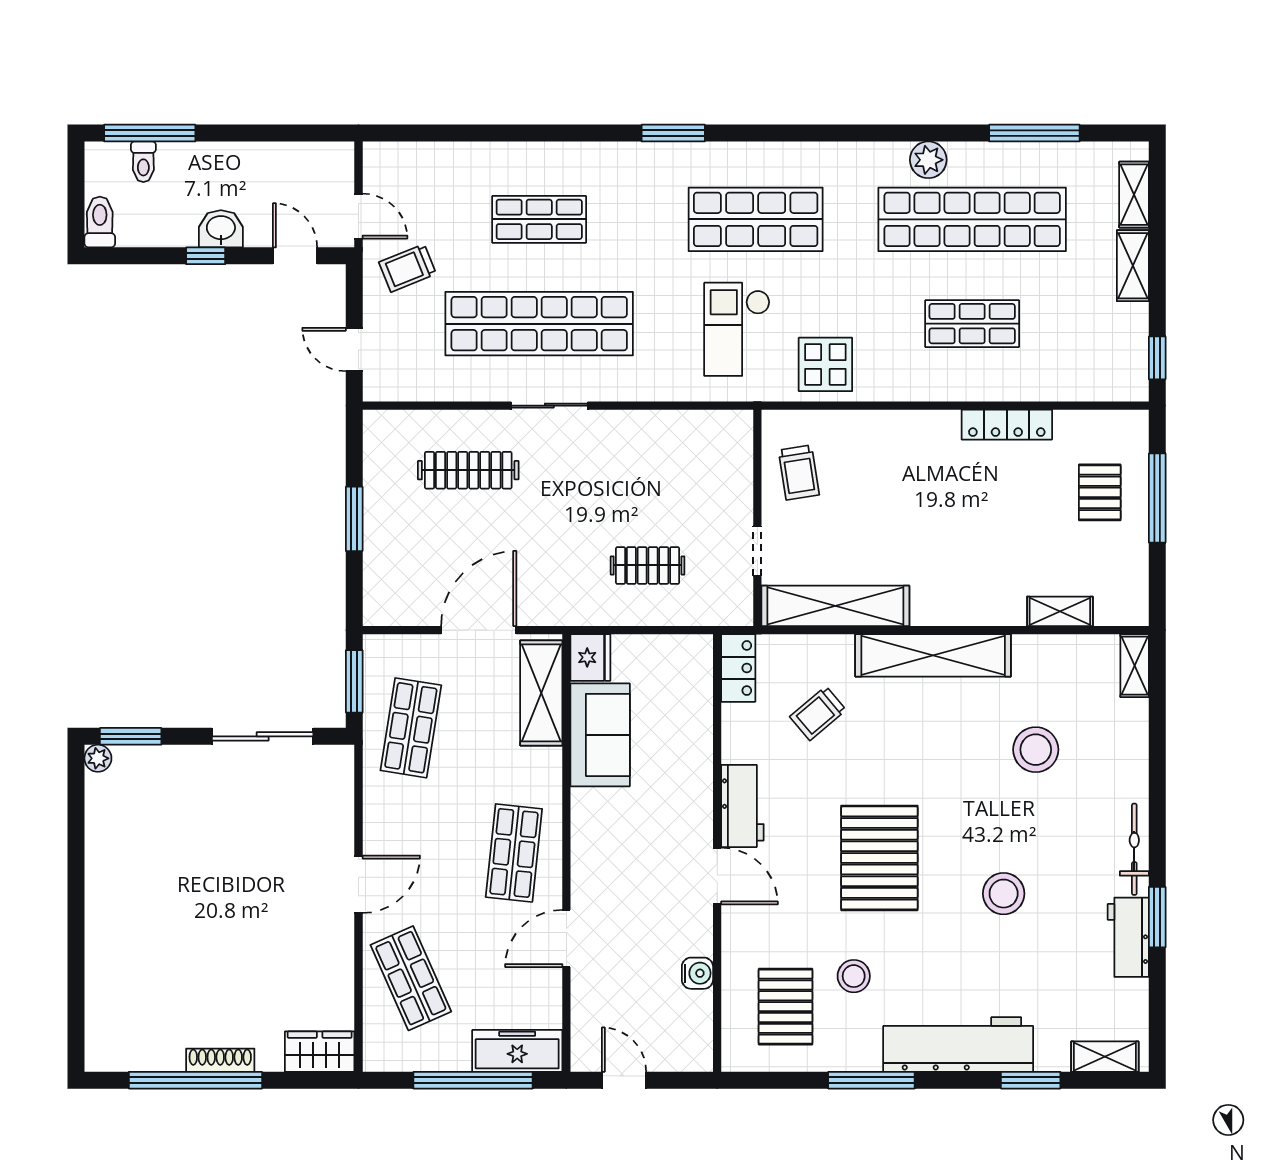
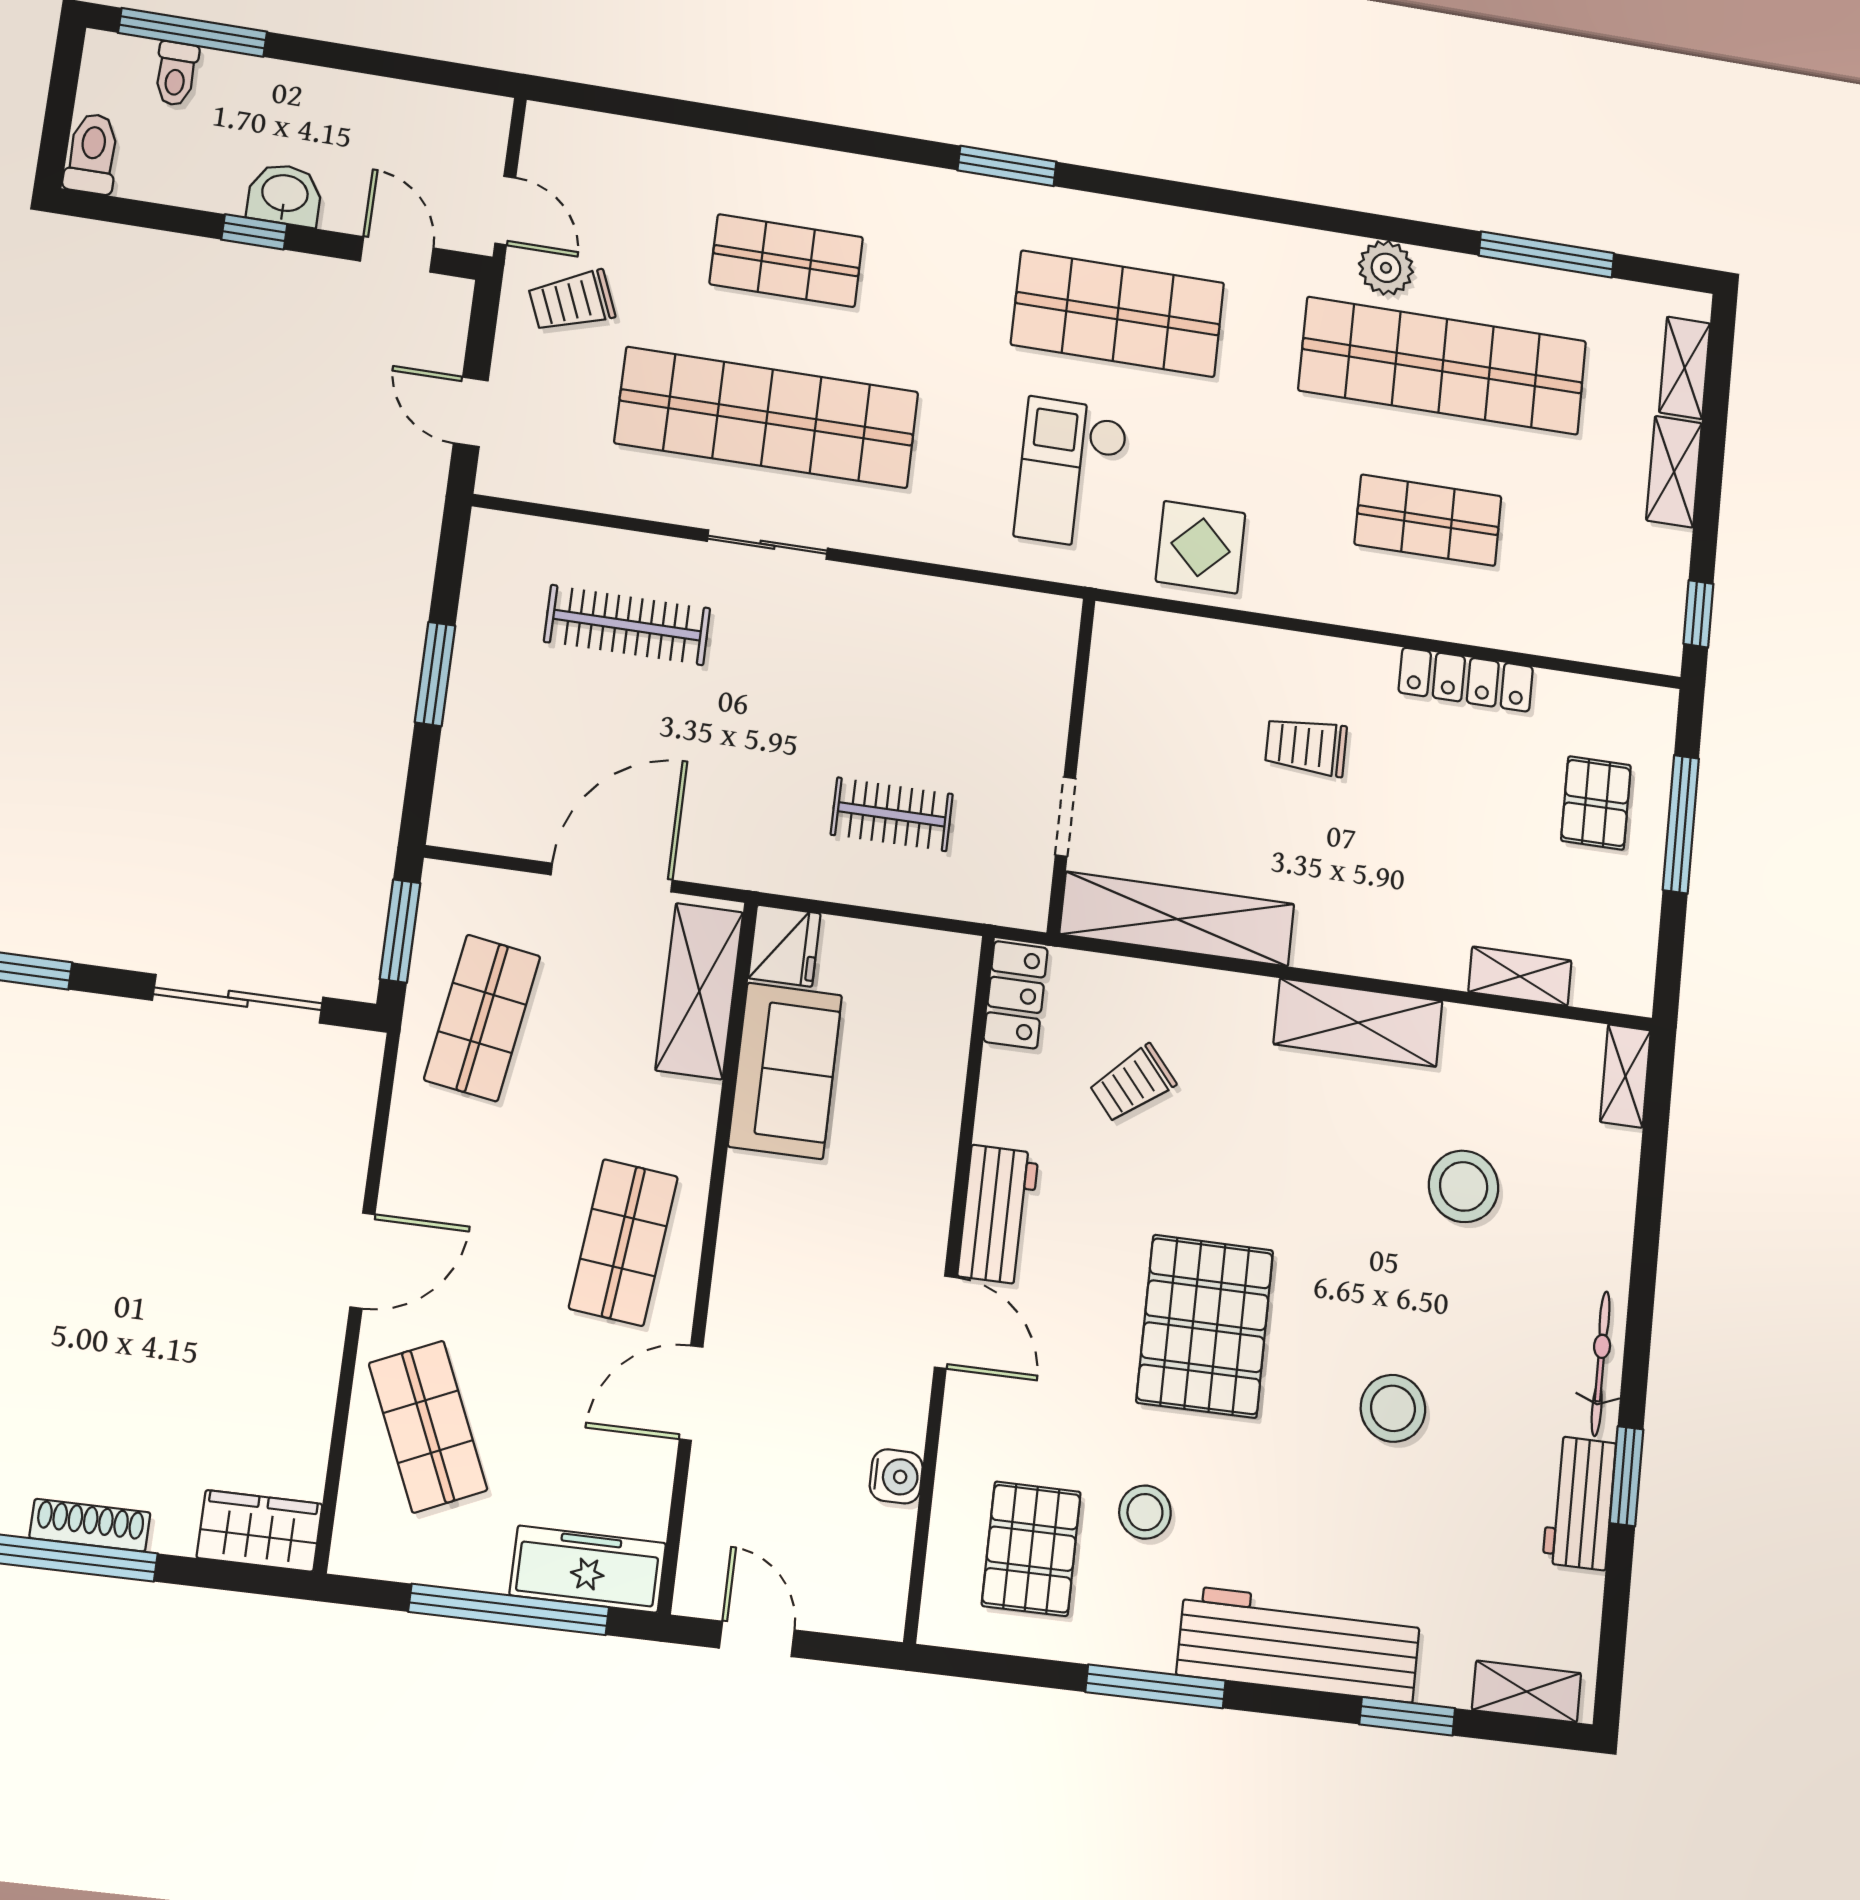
trolley: (799, 472) -> (1306, 746), moved, turned 99
shelving: (933, 655) -> (1358, 1023), width x0.68

